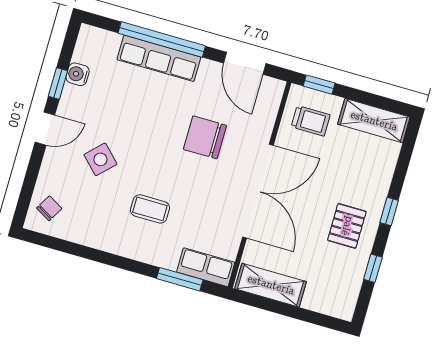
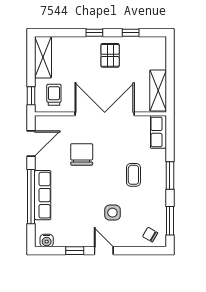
water cooler: (78, 74) -> (47, 241), moved
chair: (205, 137) -> (82, 154), turned 180
side table: (100, 159) -> (112, 213), turned 45
pallet: (347, 226) -> (110, 55), turned 90
window: (62, 245) -> (170, 221), added
window: (180, 279) -> (170, 175), moved

